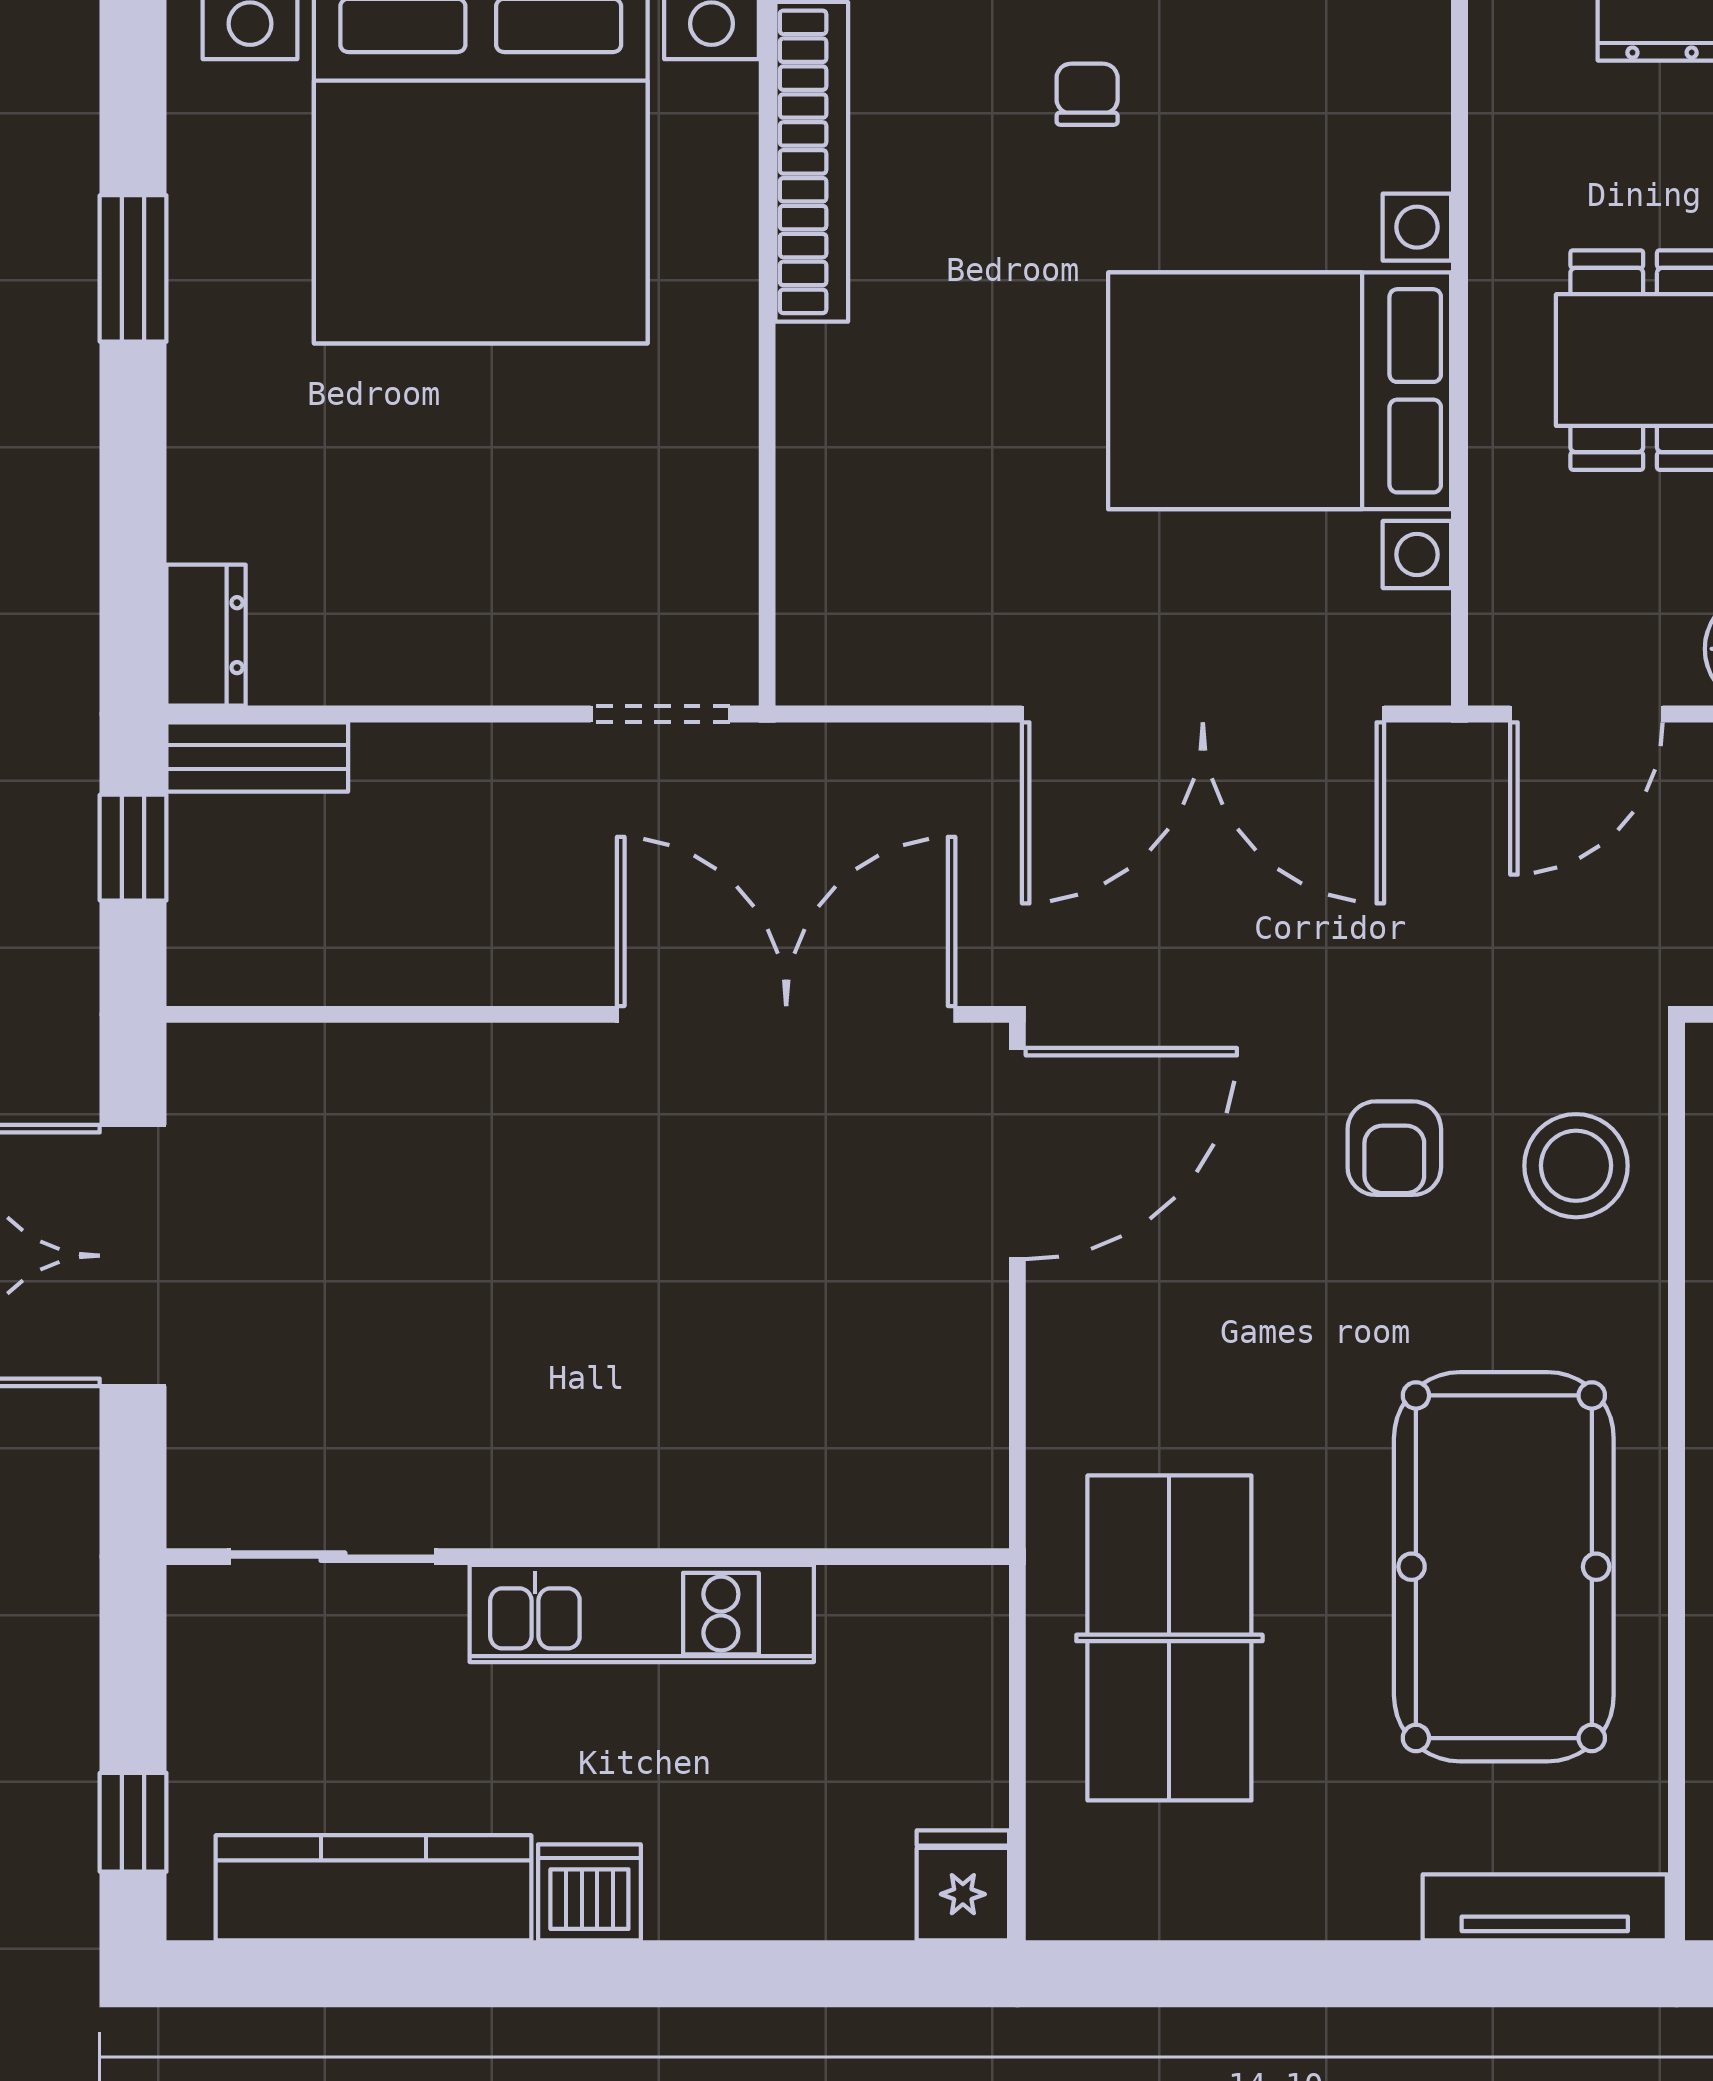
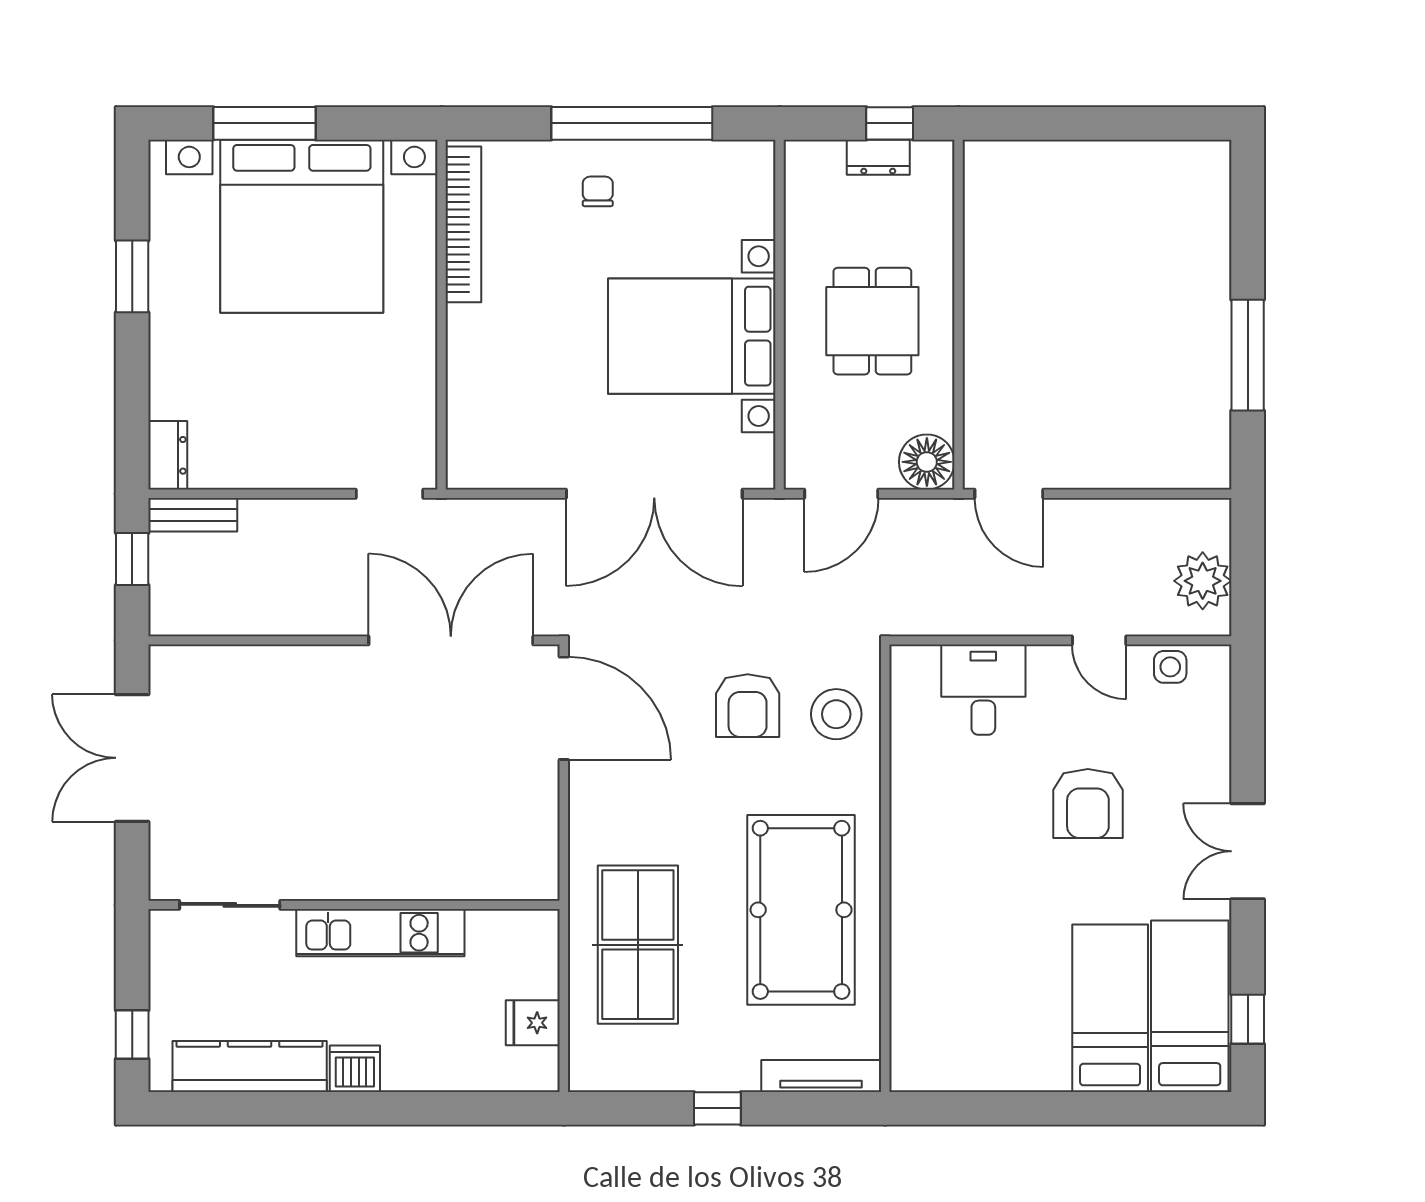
armchair: (1394, 1148) -> (748, 706), width x1.38, depth x1.38
door: (1017, 1154) -> (564, 708), hinge flipped
fridge: (963, 1885) -> (533, 1023), moved, turned -90
window: (1332, 1974) -> (717, 1108), added

